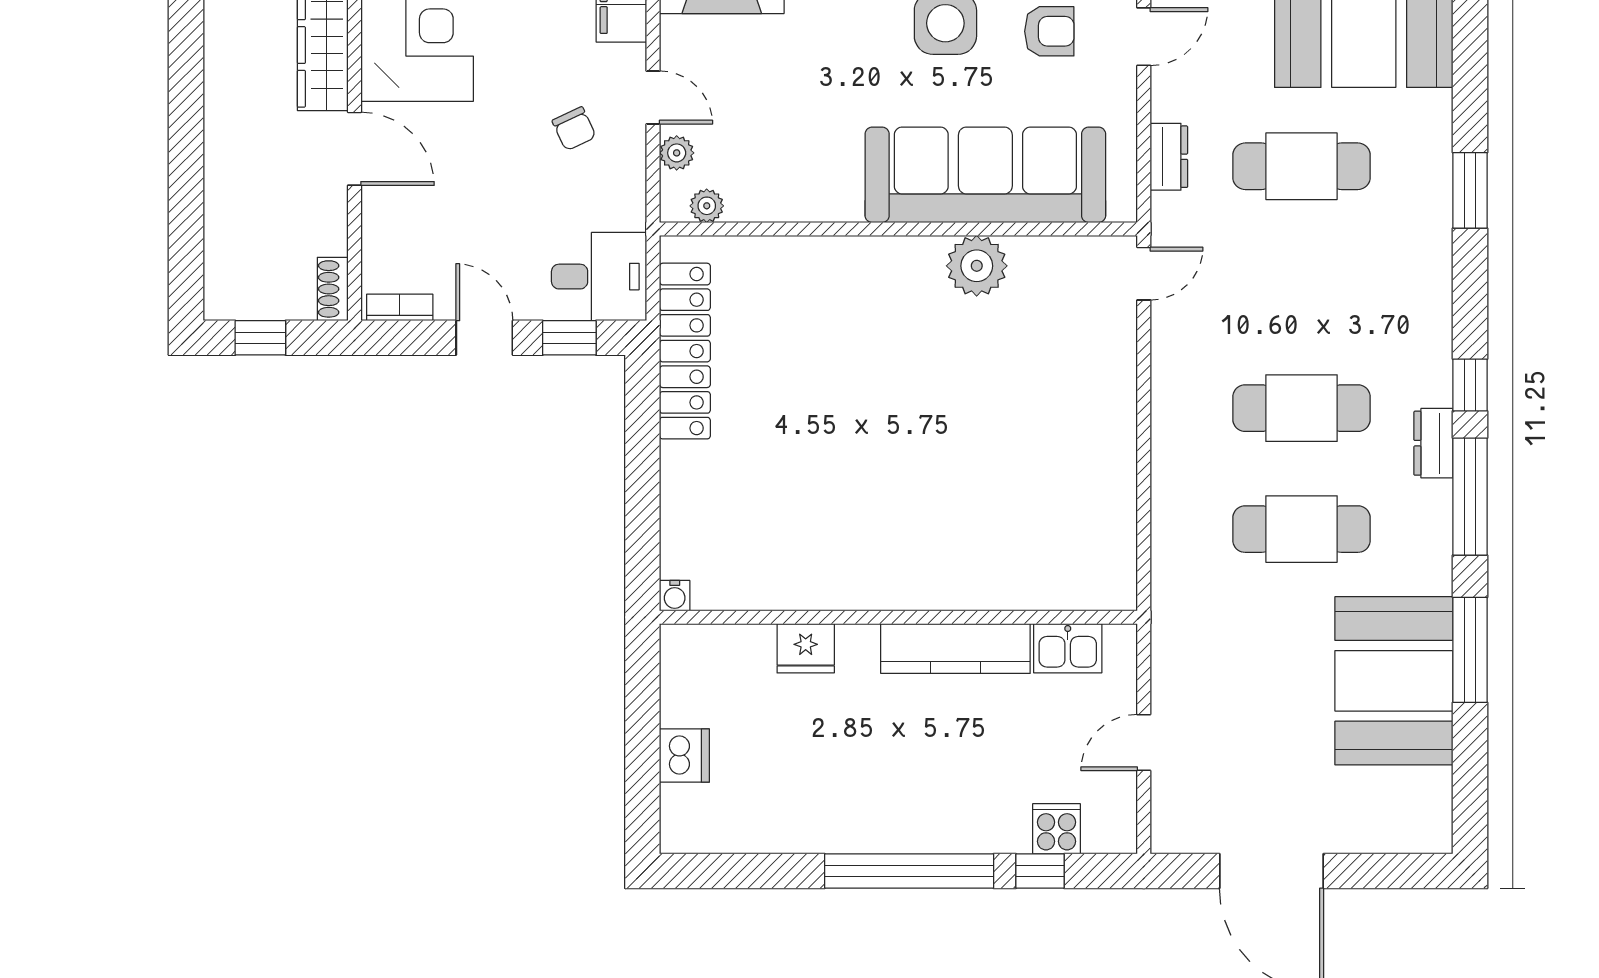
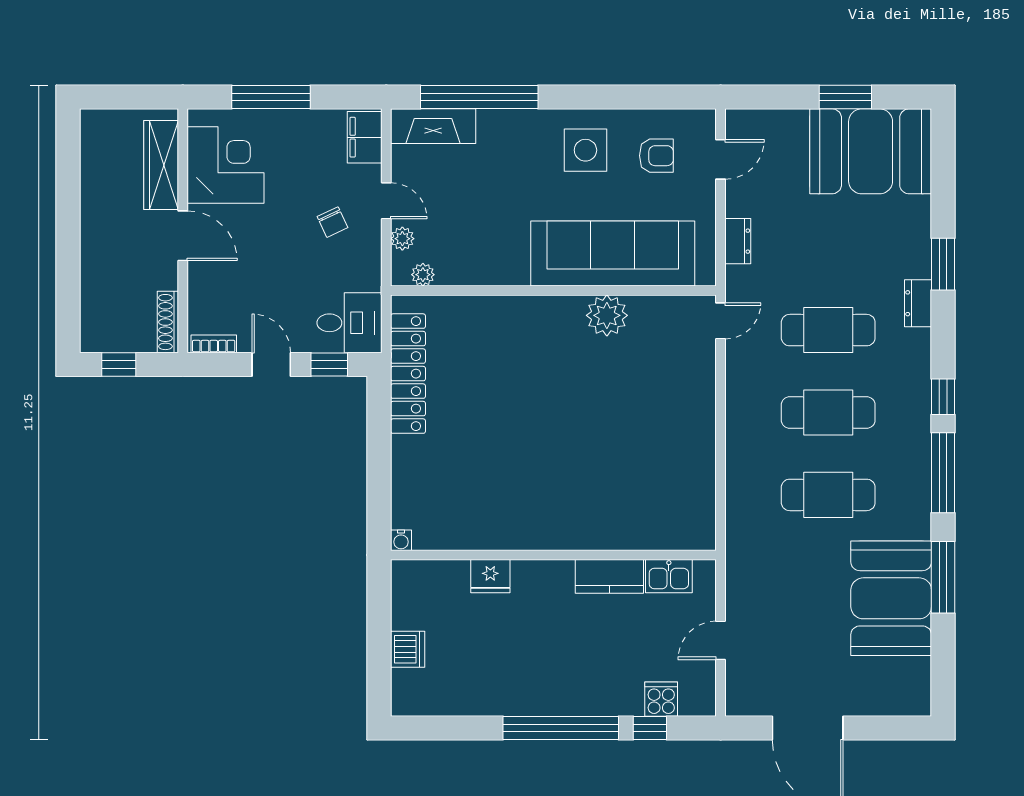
cafe table: (1302, 166) -> (828, 330), moved
shoe rack: (333, 289) -> (168, 322), width x1.43
dresser: (1433, 443) -> (918, 303), moved
kitchen counter: (955, 648) -> (609, 576), width x0.67

